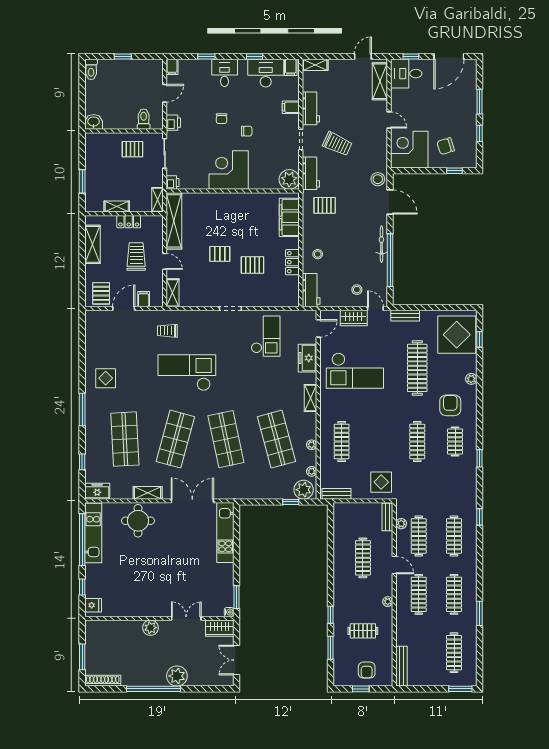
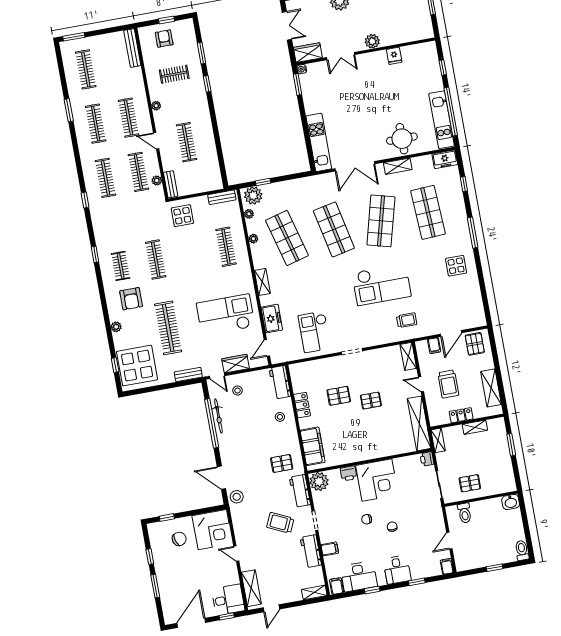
printer: (173, 123) -> (349, 473), moved, turned -90
bicycle: (381, 244) -> (218, 416), moved
fridge: (93, 605) -> (394, 56), moved, turned -90

